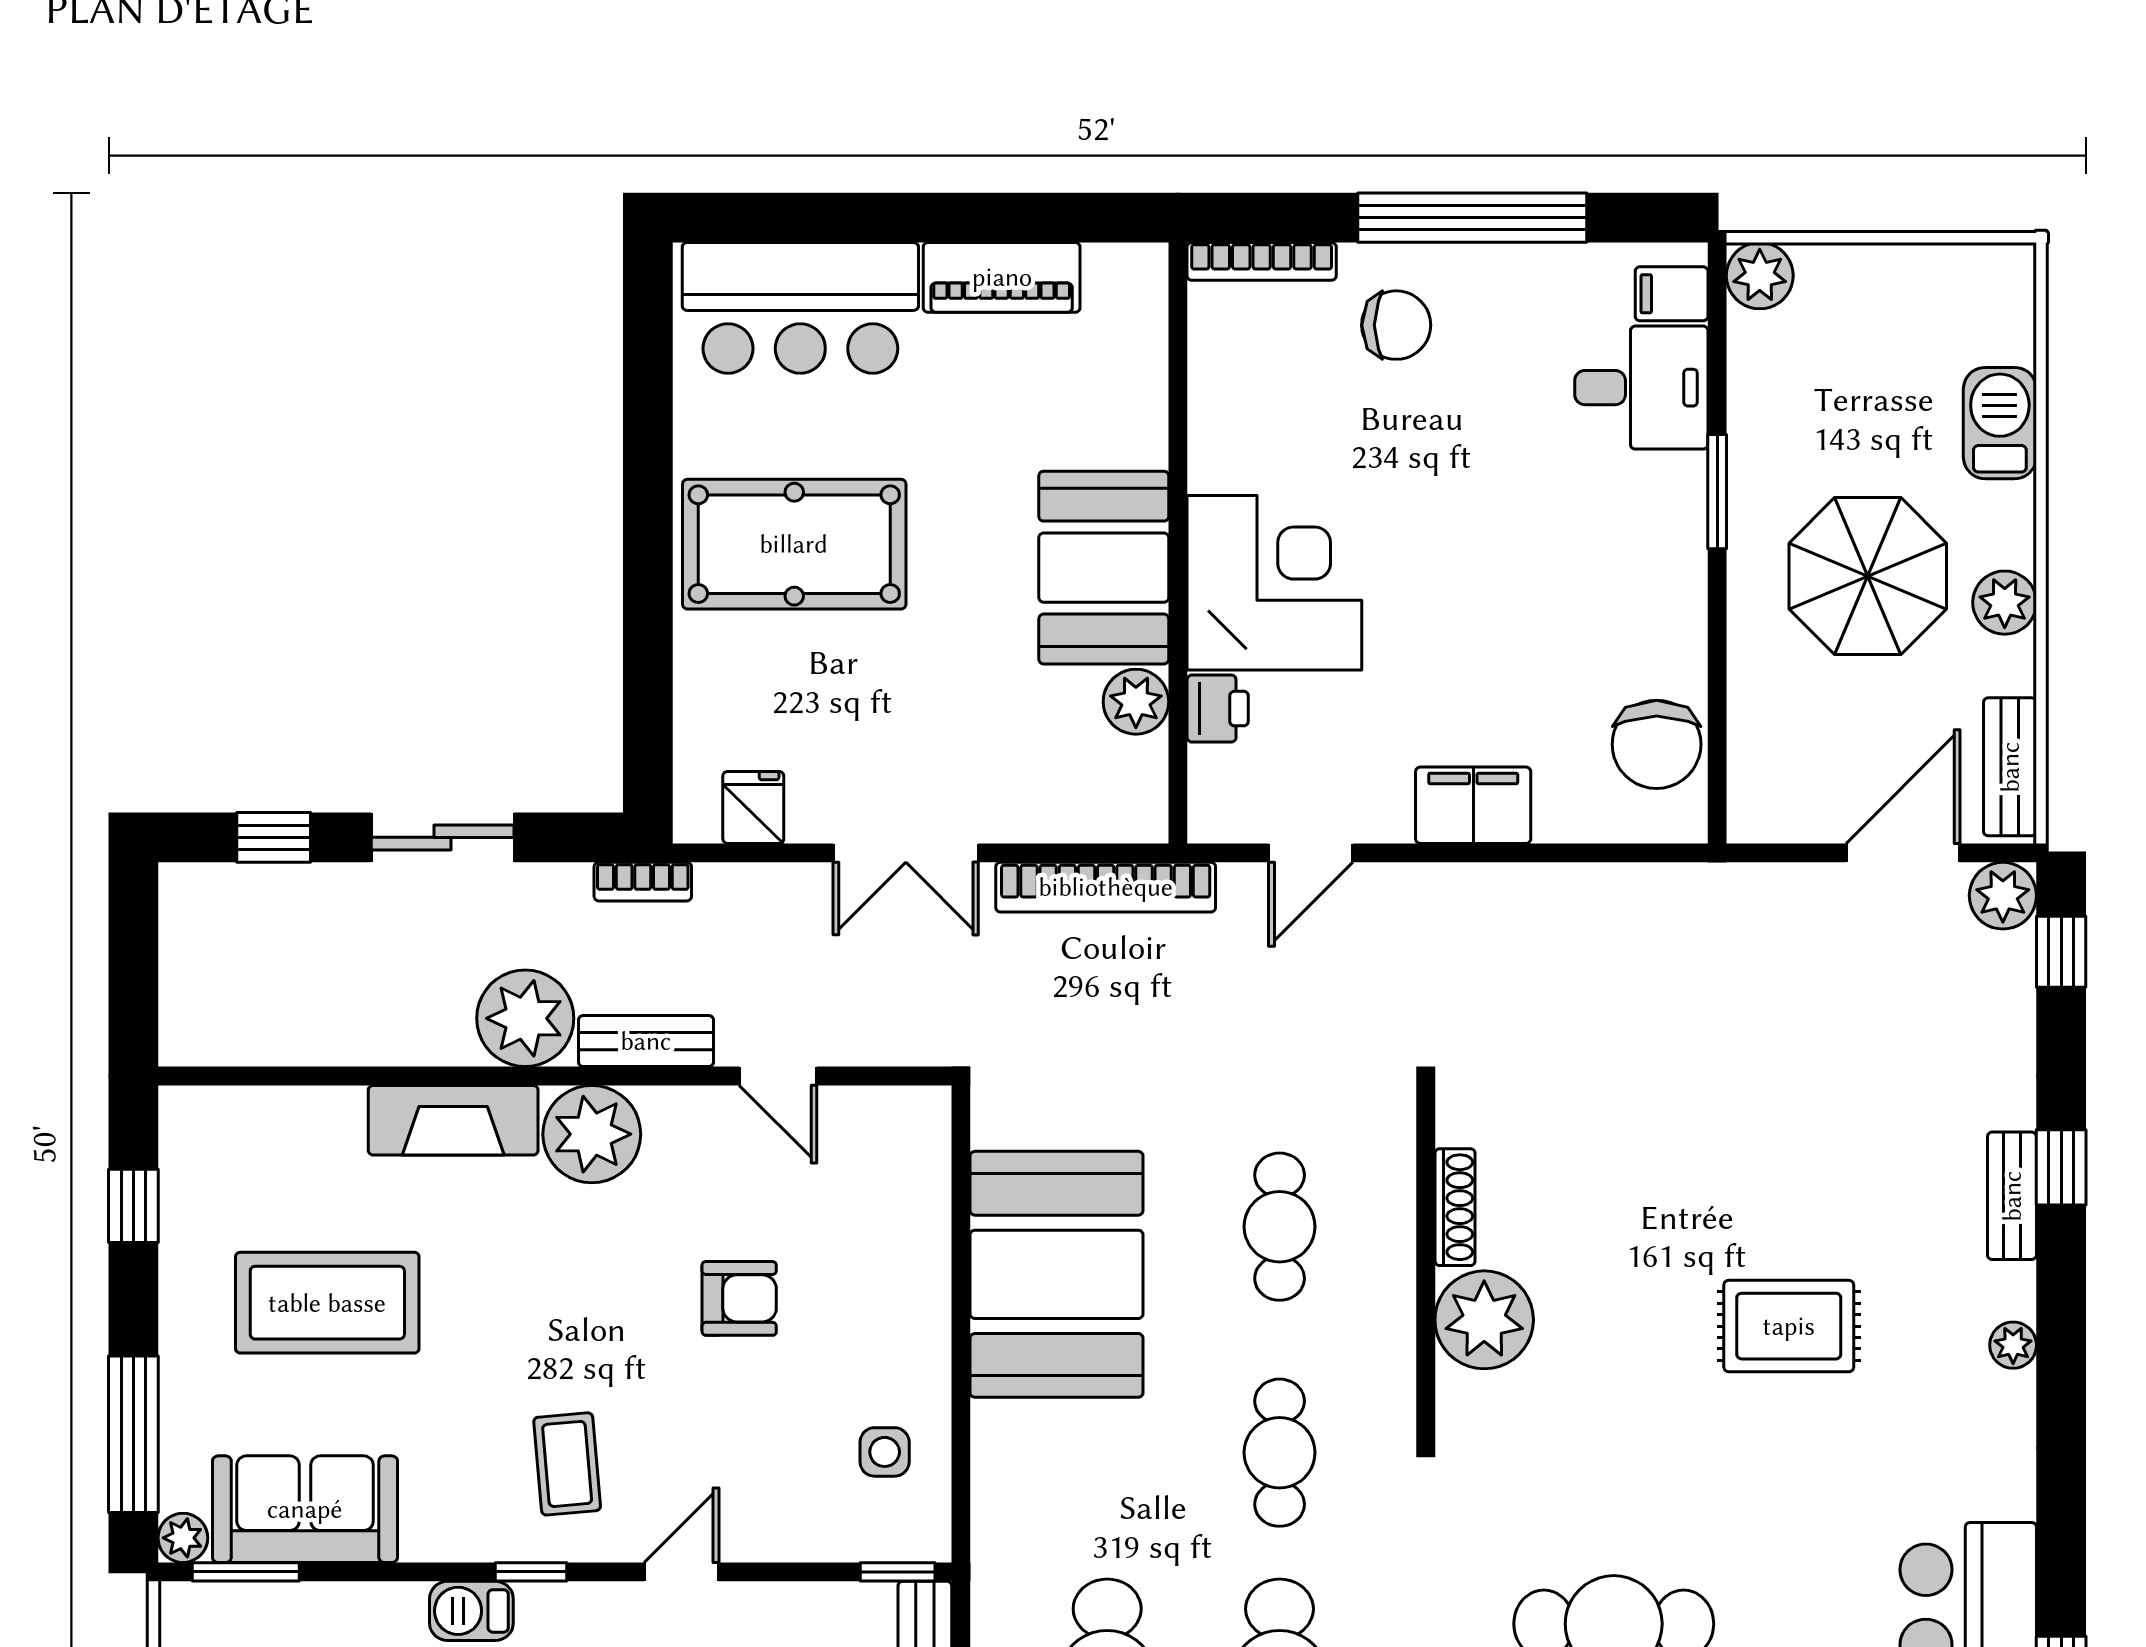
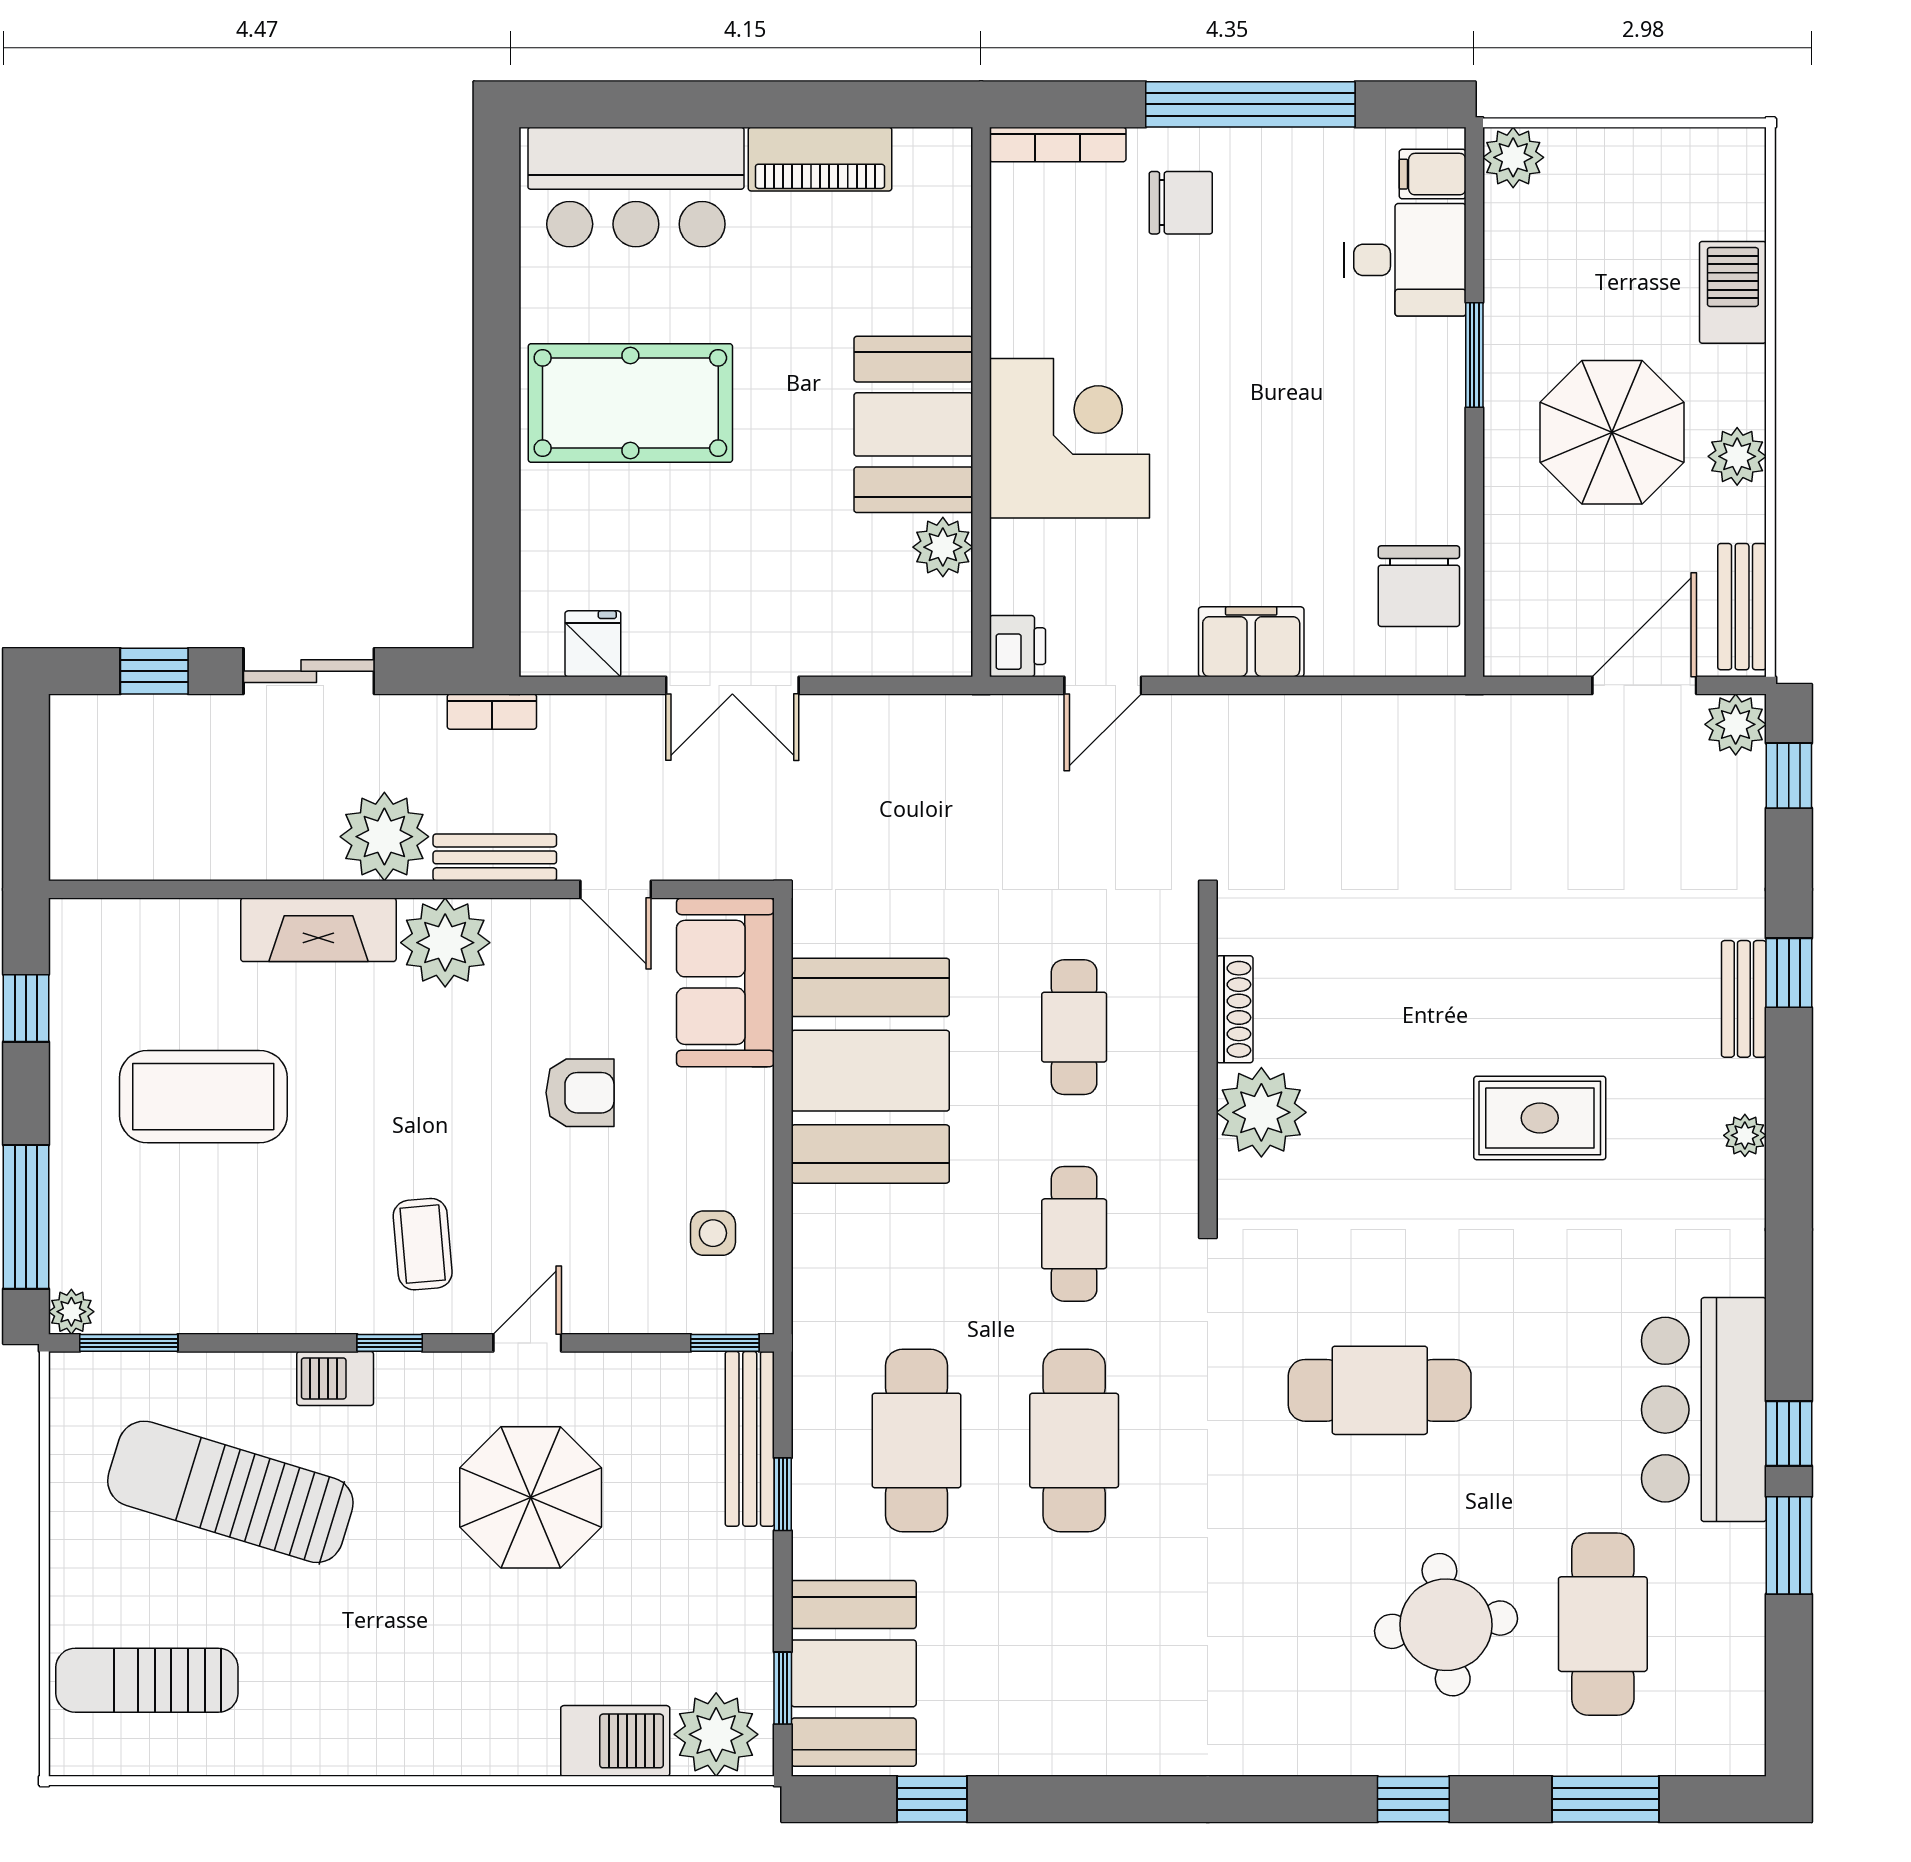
printer: (1218, 709) -> (1018, 646), moved
bookcase: (1106, 887) -> (915, 717), removed
sofa: (305, 1509) -> (725, 982), moved, turned -90

